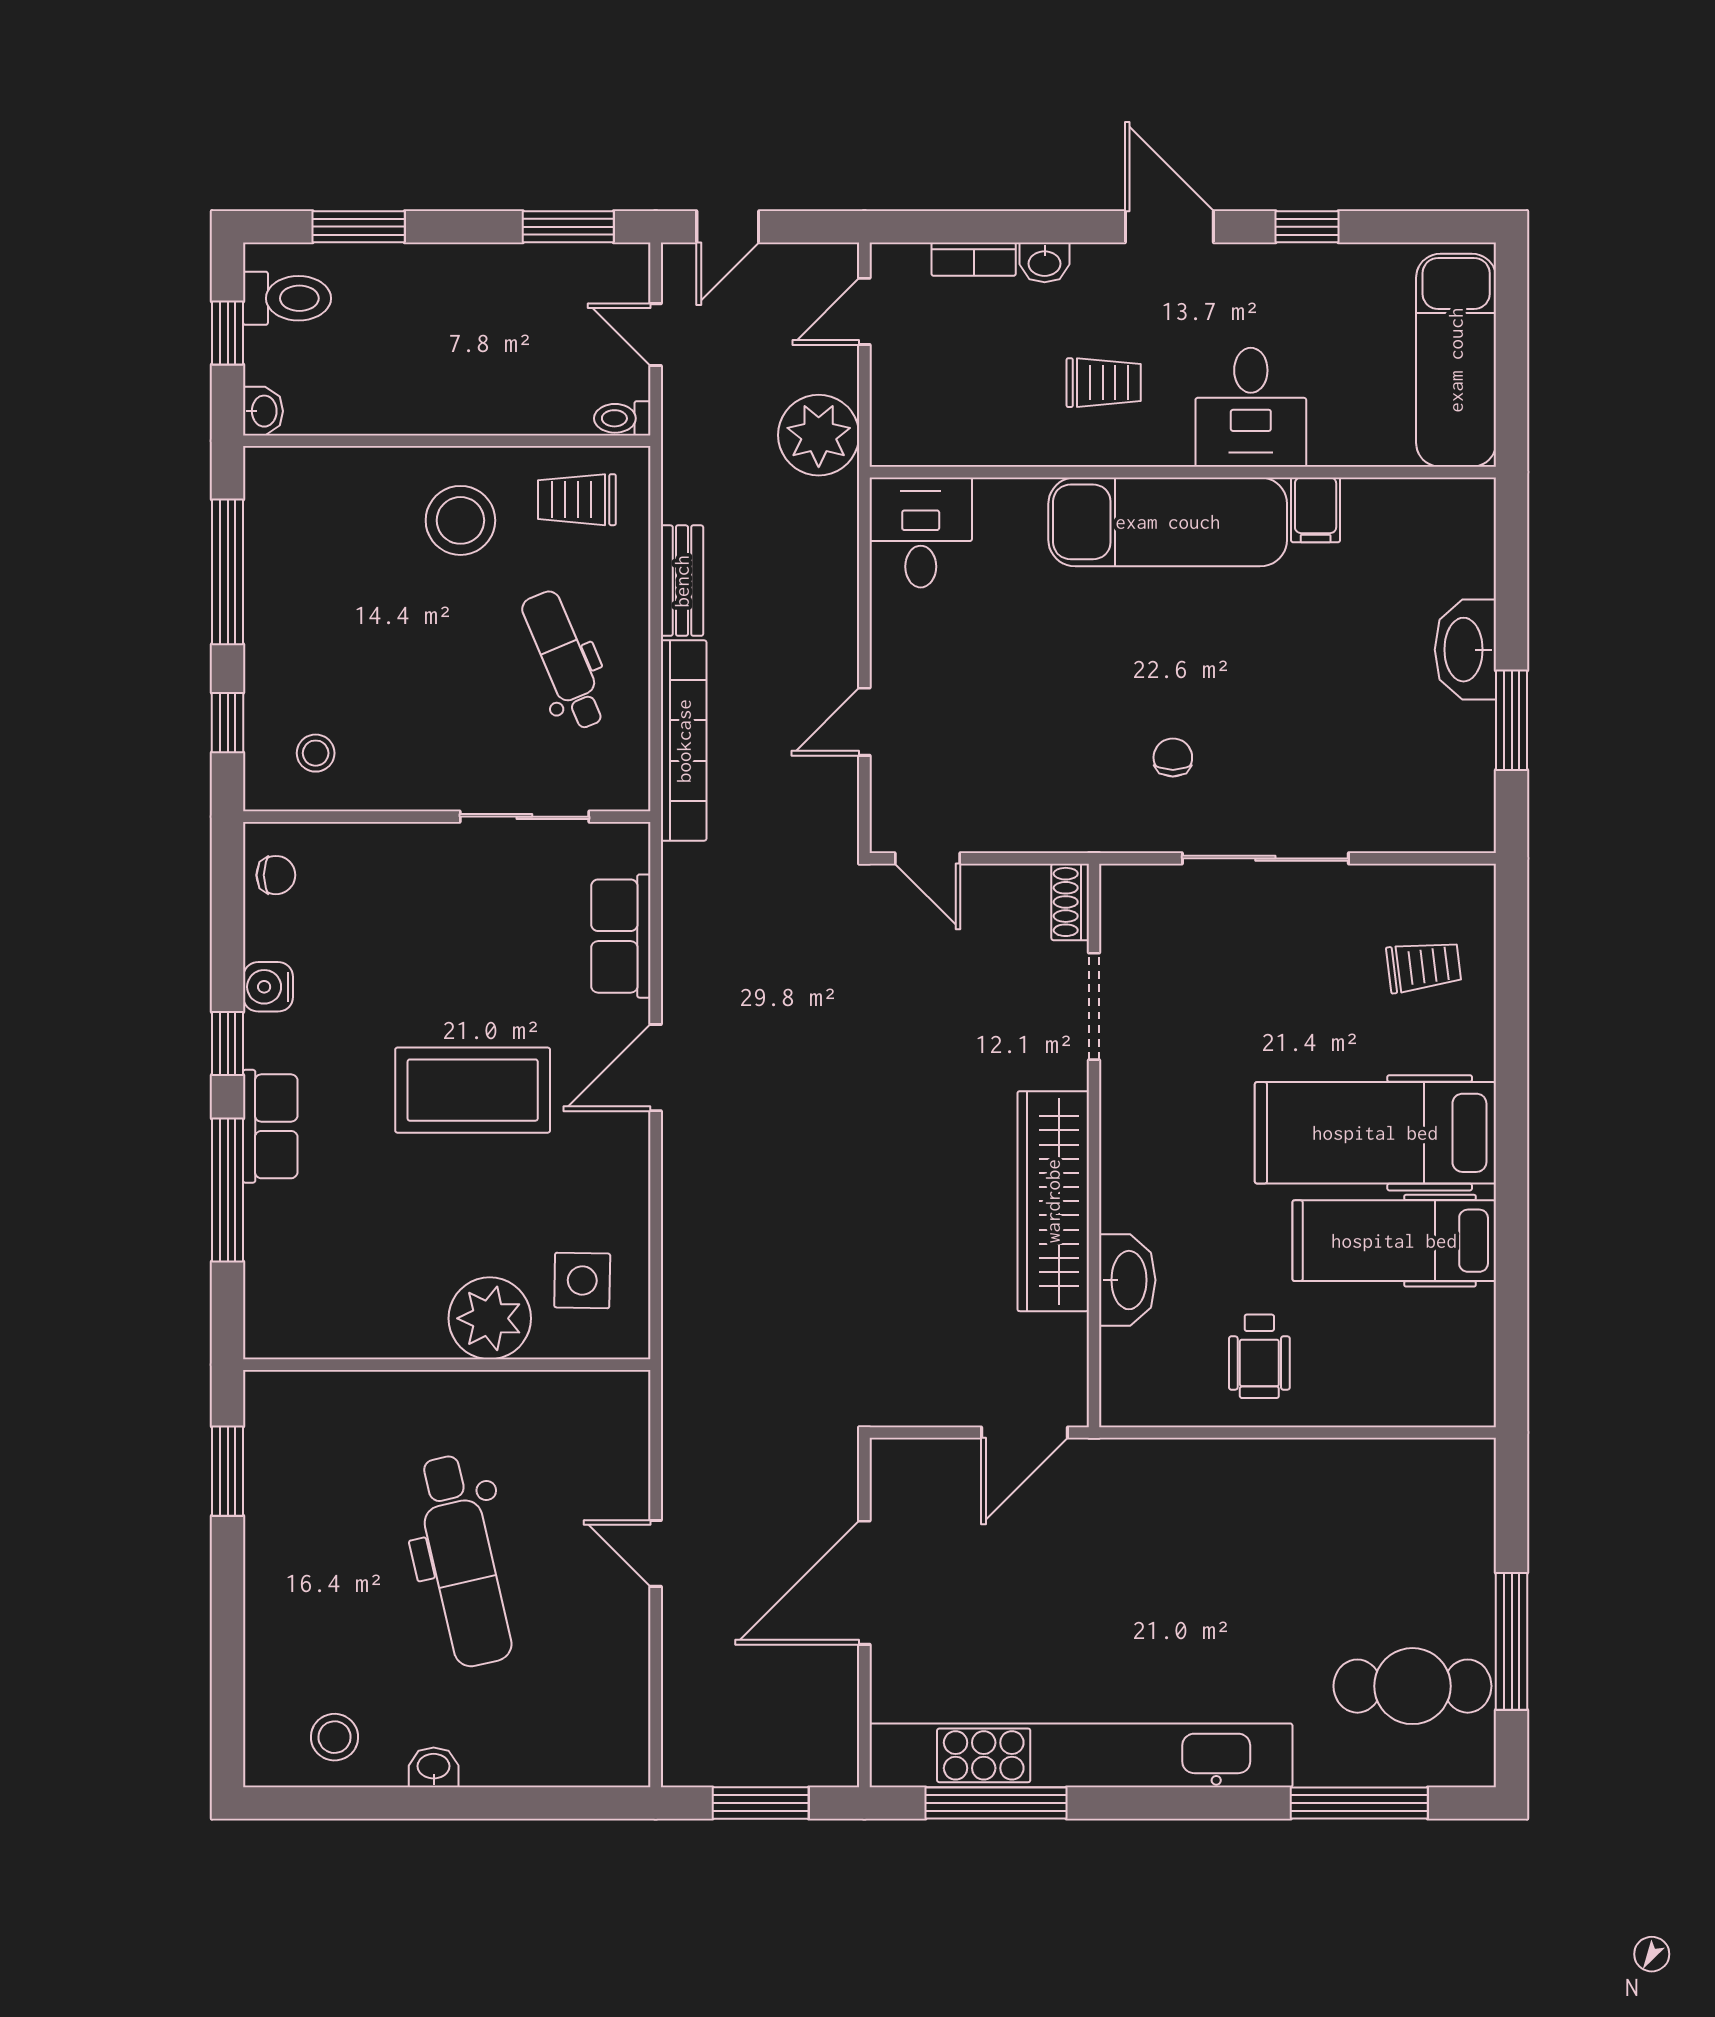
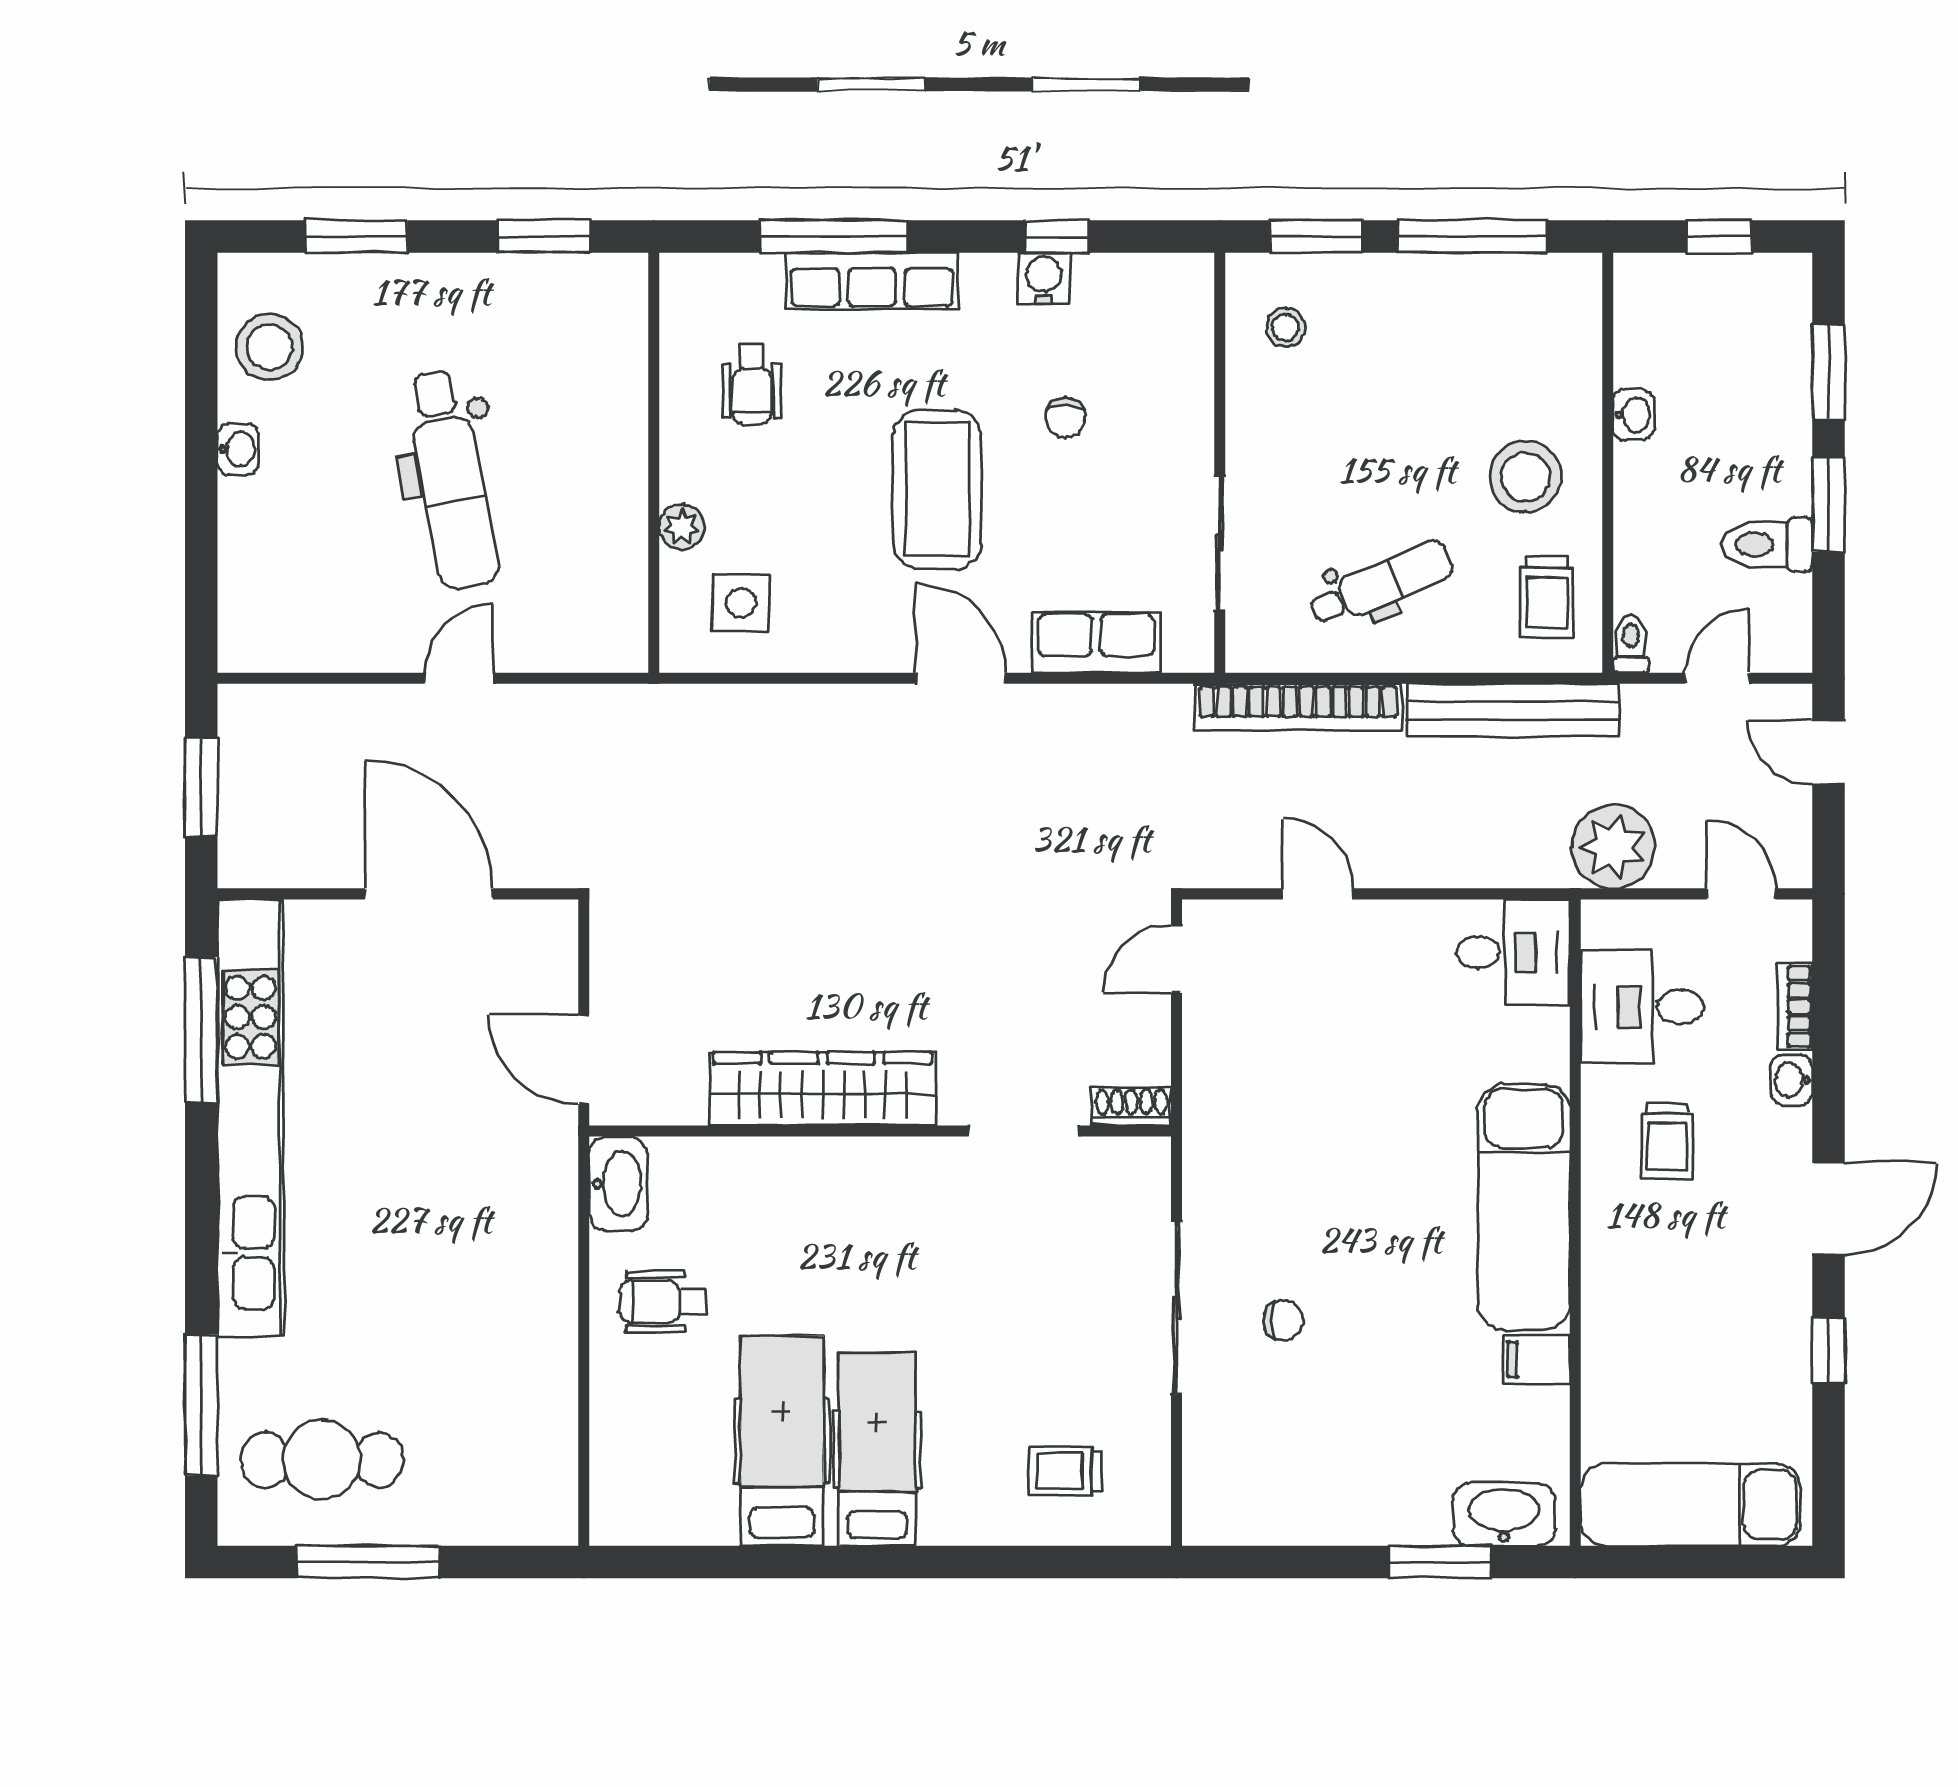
window: (568, 227) -> (1829, 505), moved
toilet: (287, 298) -> (1767, 544), moved, turned 90
desk: (1251, 407) -> (1642, 1007), moved
washbasin: (263, 411) -> (1633, 415), moved, turned -90
trolley: (577, 500) -> (1547, 597), turned 180
bench: (682, 581) -> (1513, 710), width x1.86, depth x1.21
washbasin: (1465, 650) -> (1504, 1514), moved
window: (1512, 720) -> (1440, 1562), moved
window: (228, 723) -> (1317, 236), width x1.50
chair: (1173, 757) -> (1283, 1320), moved
chair: (276, 875) -> (1065, 418), moved
trolley: (1424, 966) -> (1065, 1471), turned 97
window: (228, 1044) -> (1058, 236), moved
row of seats: (270, 1126) -> (872, 281), width x1.48
hospital bed: (1375, 1133) -> (877, 1449), width x0.73, depth x0.78
wheelchair: (371, 1270) -> (752, 384), added
washbasin: (1127, 1280) -> (618, 1184), moved, turned -90
plant: (490, 1318) -> (682, 527), width x0.53, depth x0.53
dental chair: (463, 1561) -> (451, 479), turned -88
window: (228, 1653) -> (356, 236), added
cafe table: (1412, 1686) -> (322, 1460), turned 90
stool: (335, 1737) -> (269, 347), width x1.38, depth x1.38

